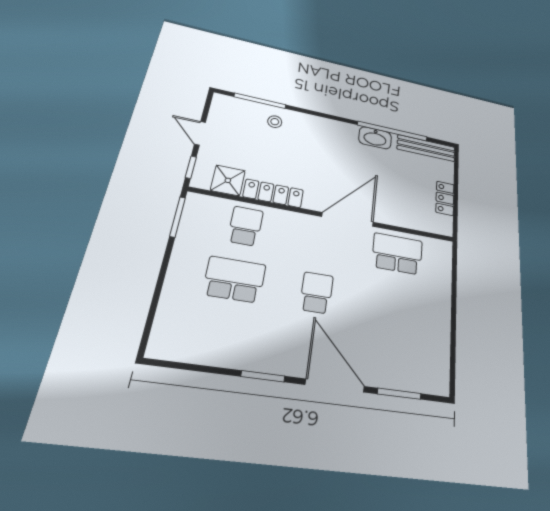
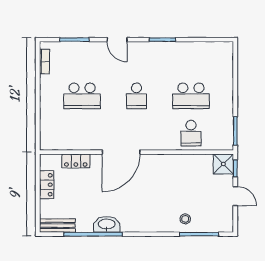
bench: (426, 148) -> (57, 226), width x0.73
shower: (228, 180) -> (223, 164), moved
locker: (273, 193) -> (76, 161), moved, width x0.66
school desk: (397, 254) -> (82, 96), moved
bookcase: (443, 364) -> (44, 62), added
door: (335, 386) -> (117, 40), width x0.53

